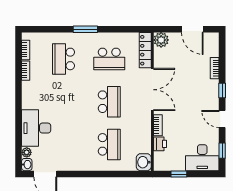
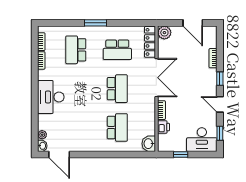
desk: (36, 128) -> (51, 97), moved

